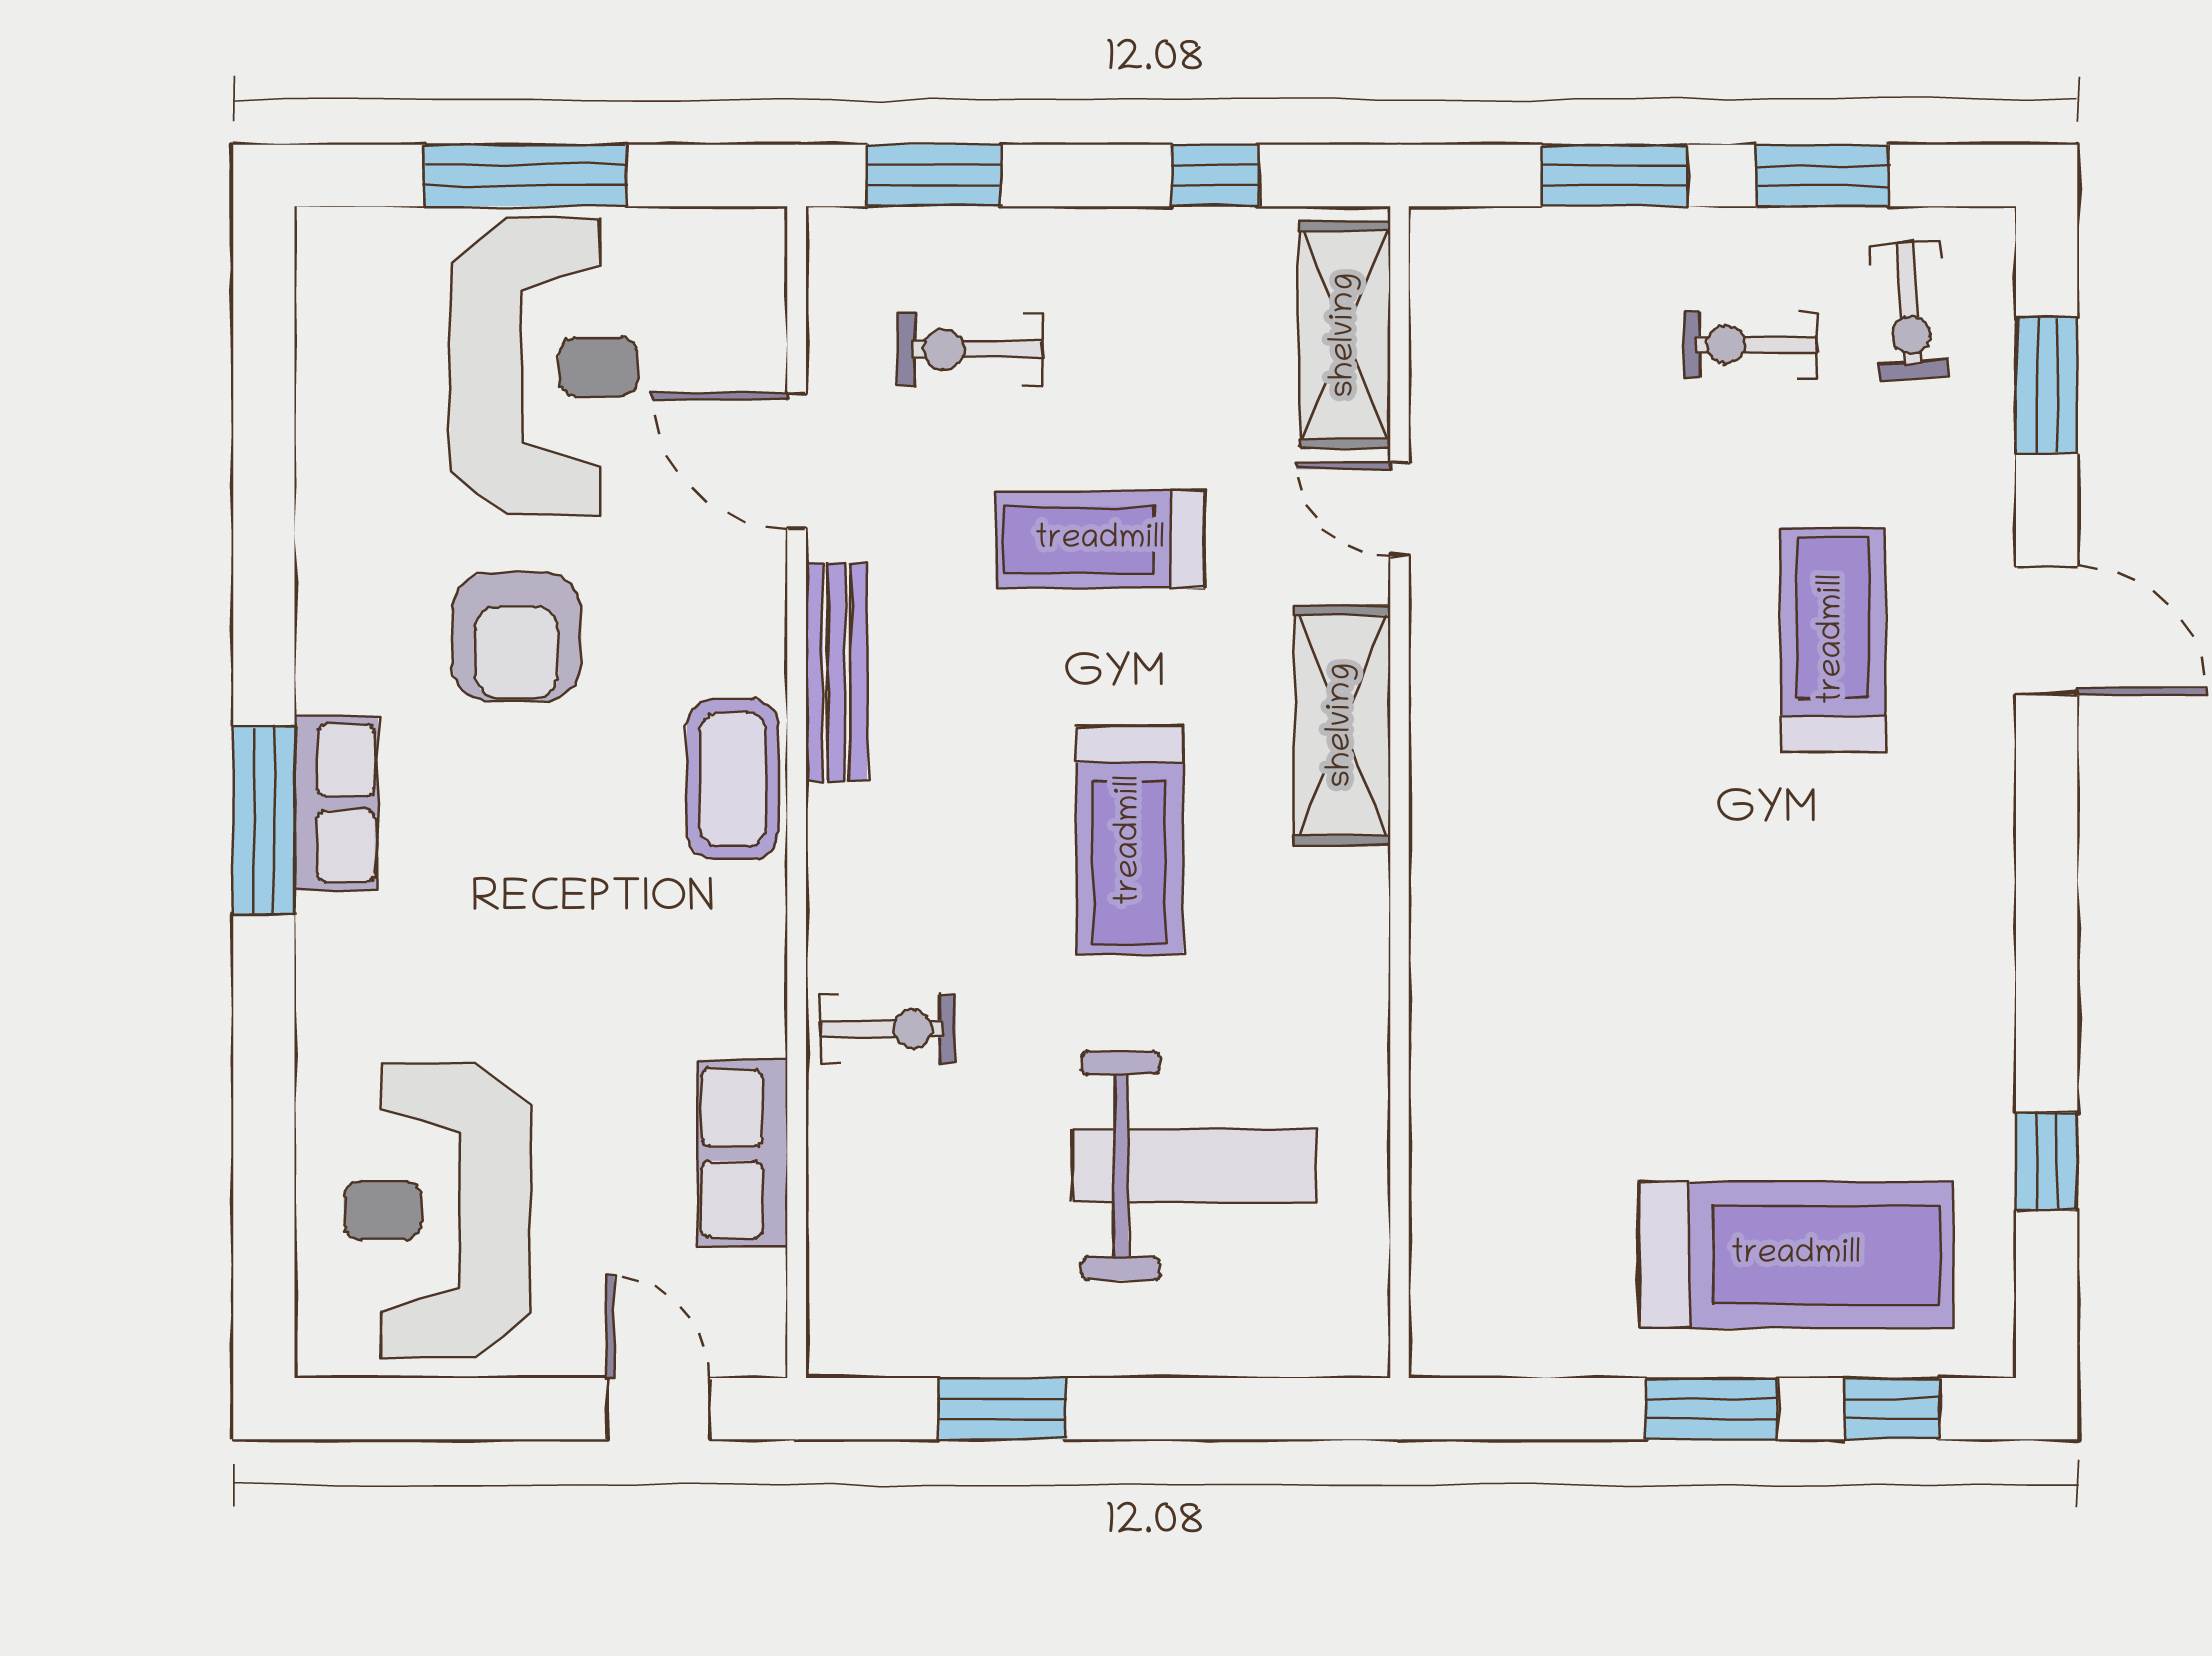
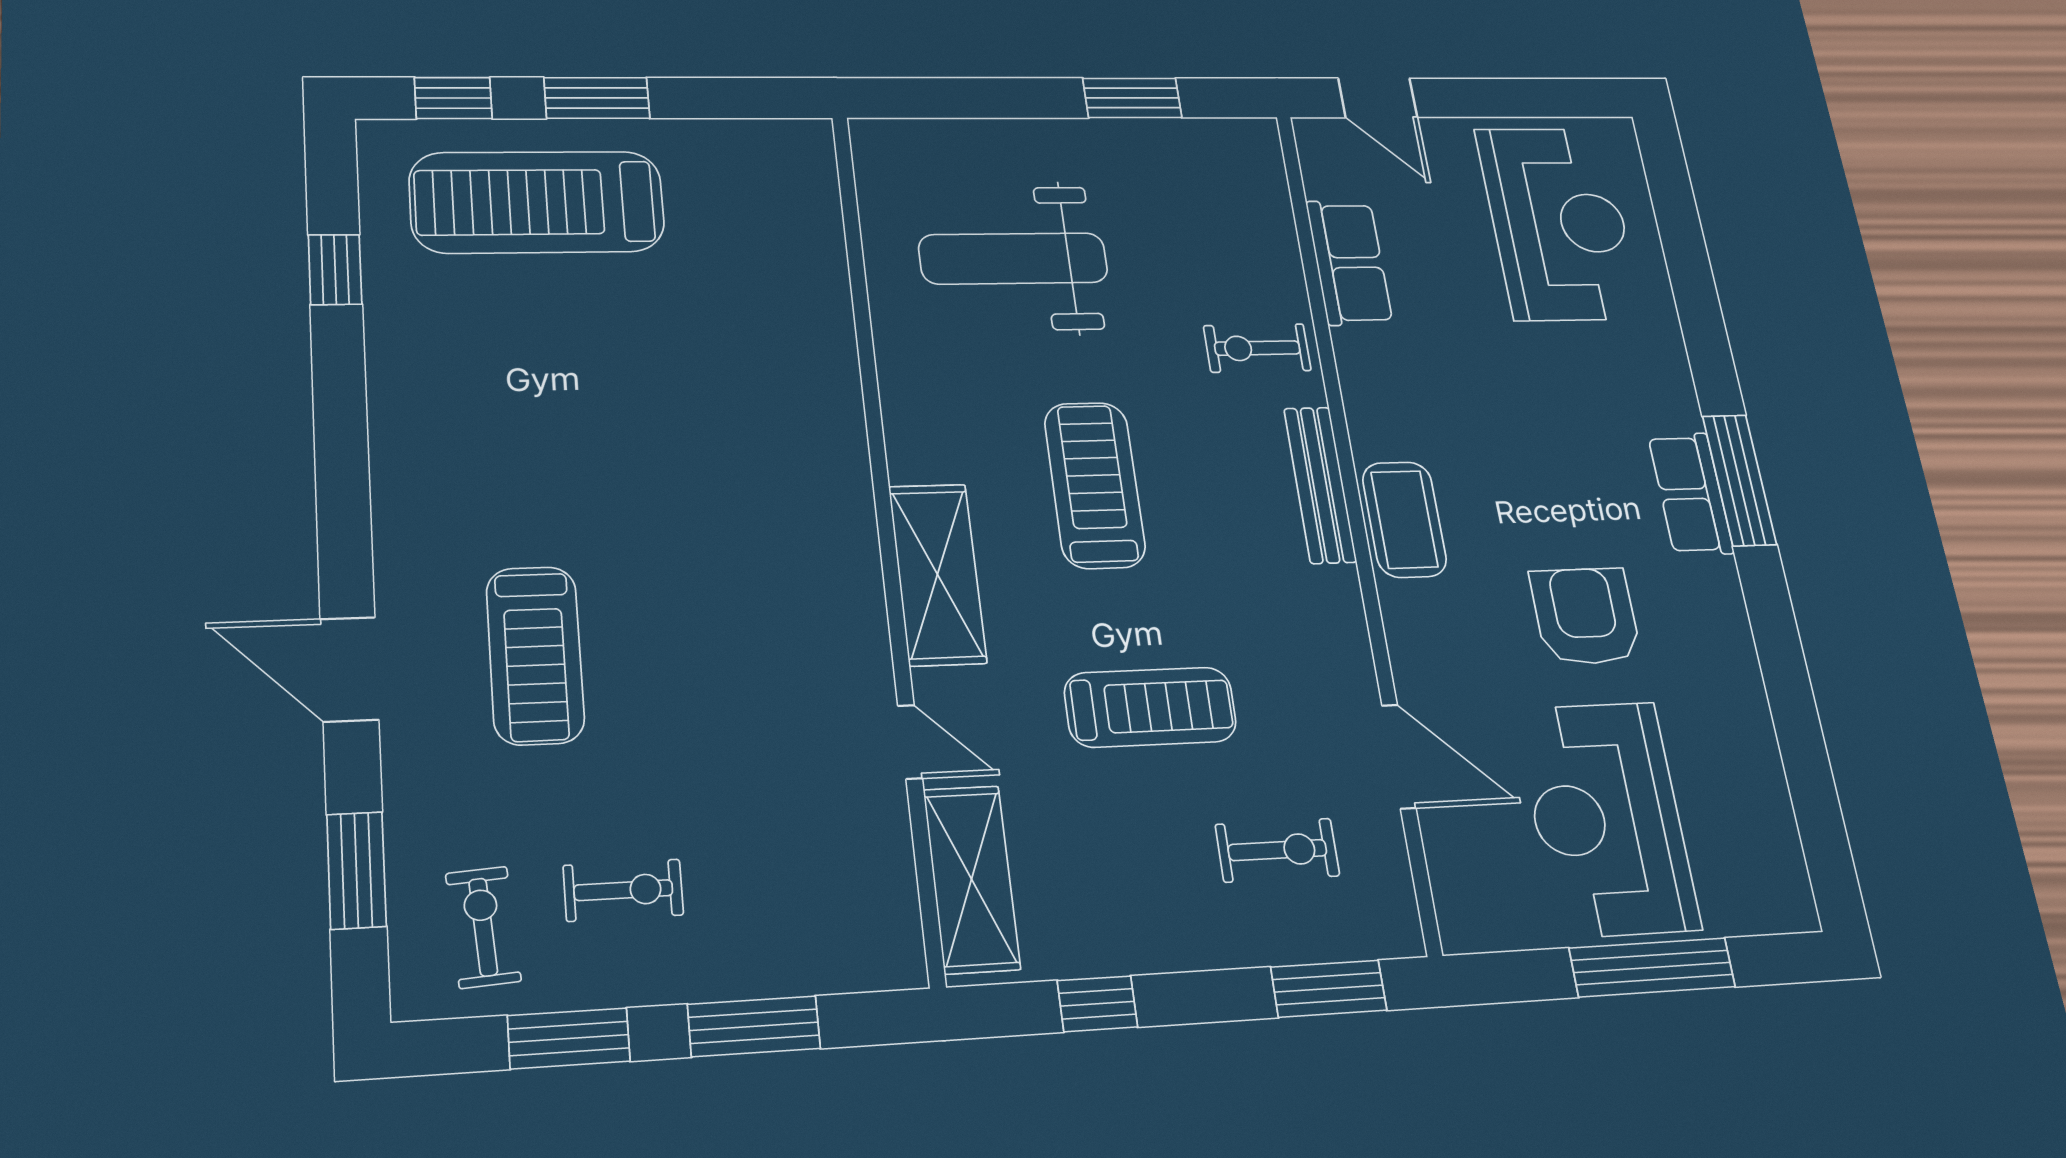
bench: (836, 672) -> (1320, 485), moved

